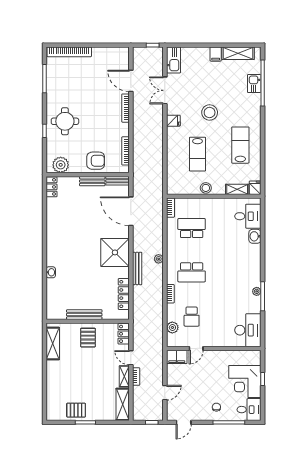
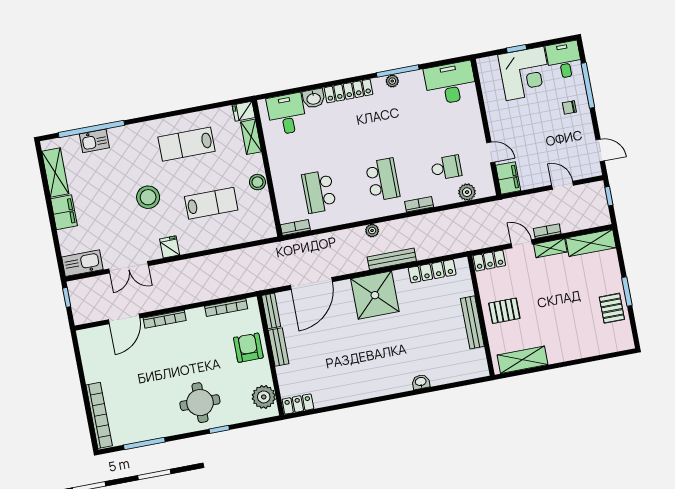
filing cabinet: (216, 54) -> (64, 212), width x2.00
locker: (255, 261) -> (349, 91), added
door: (131, 358) -> (522, 244), swing flipped

